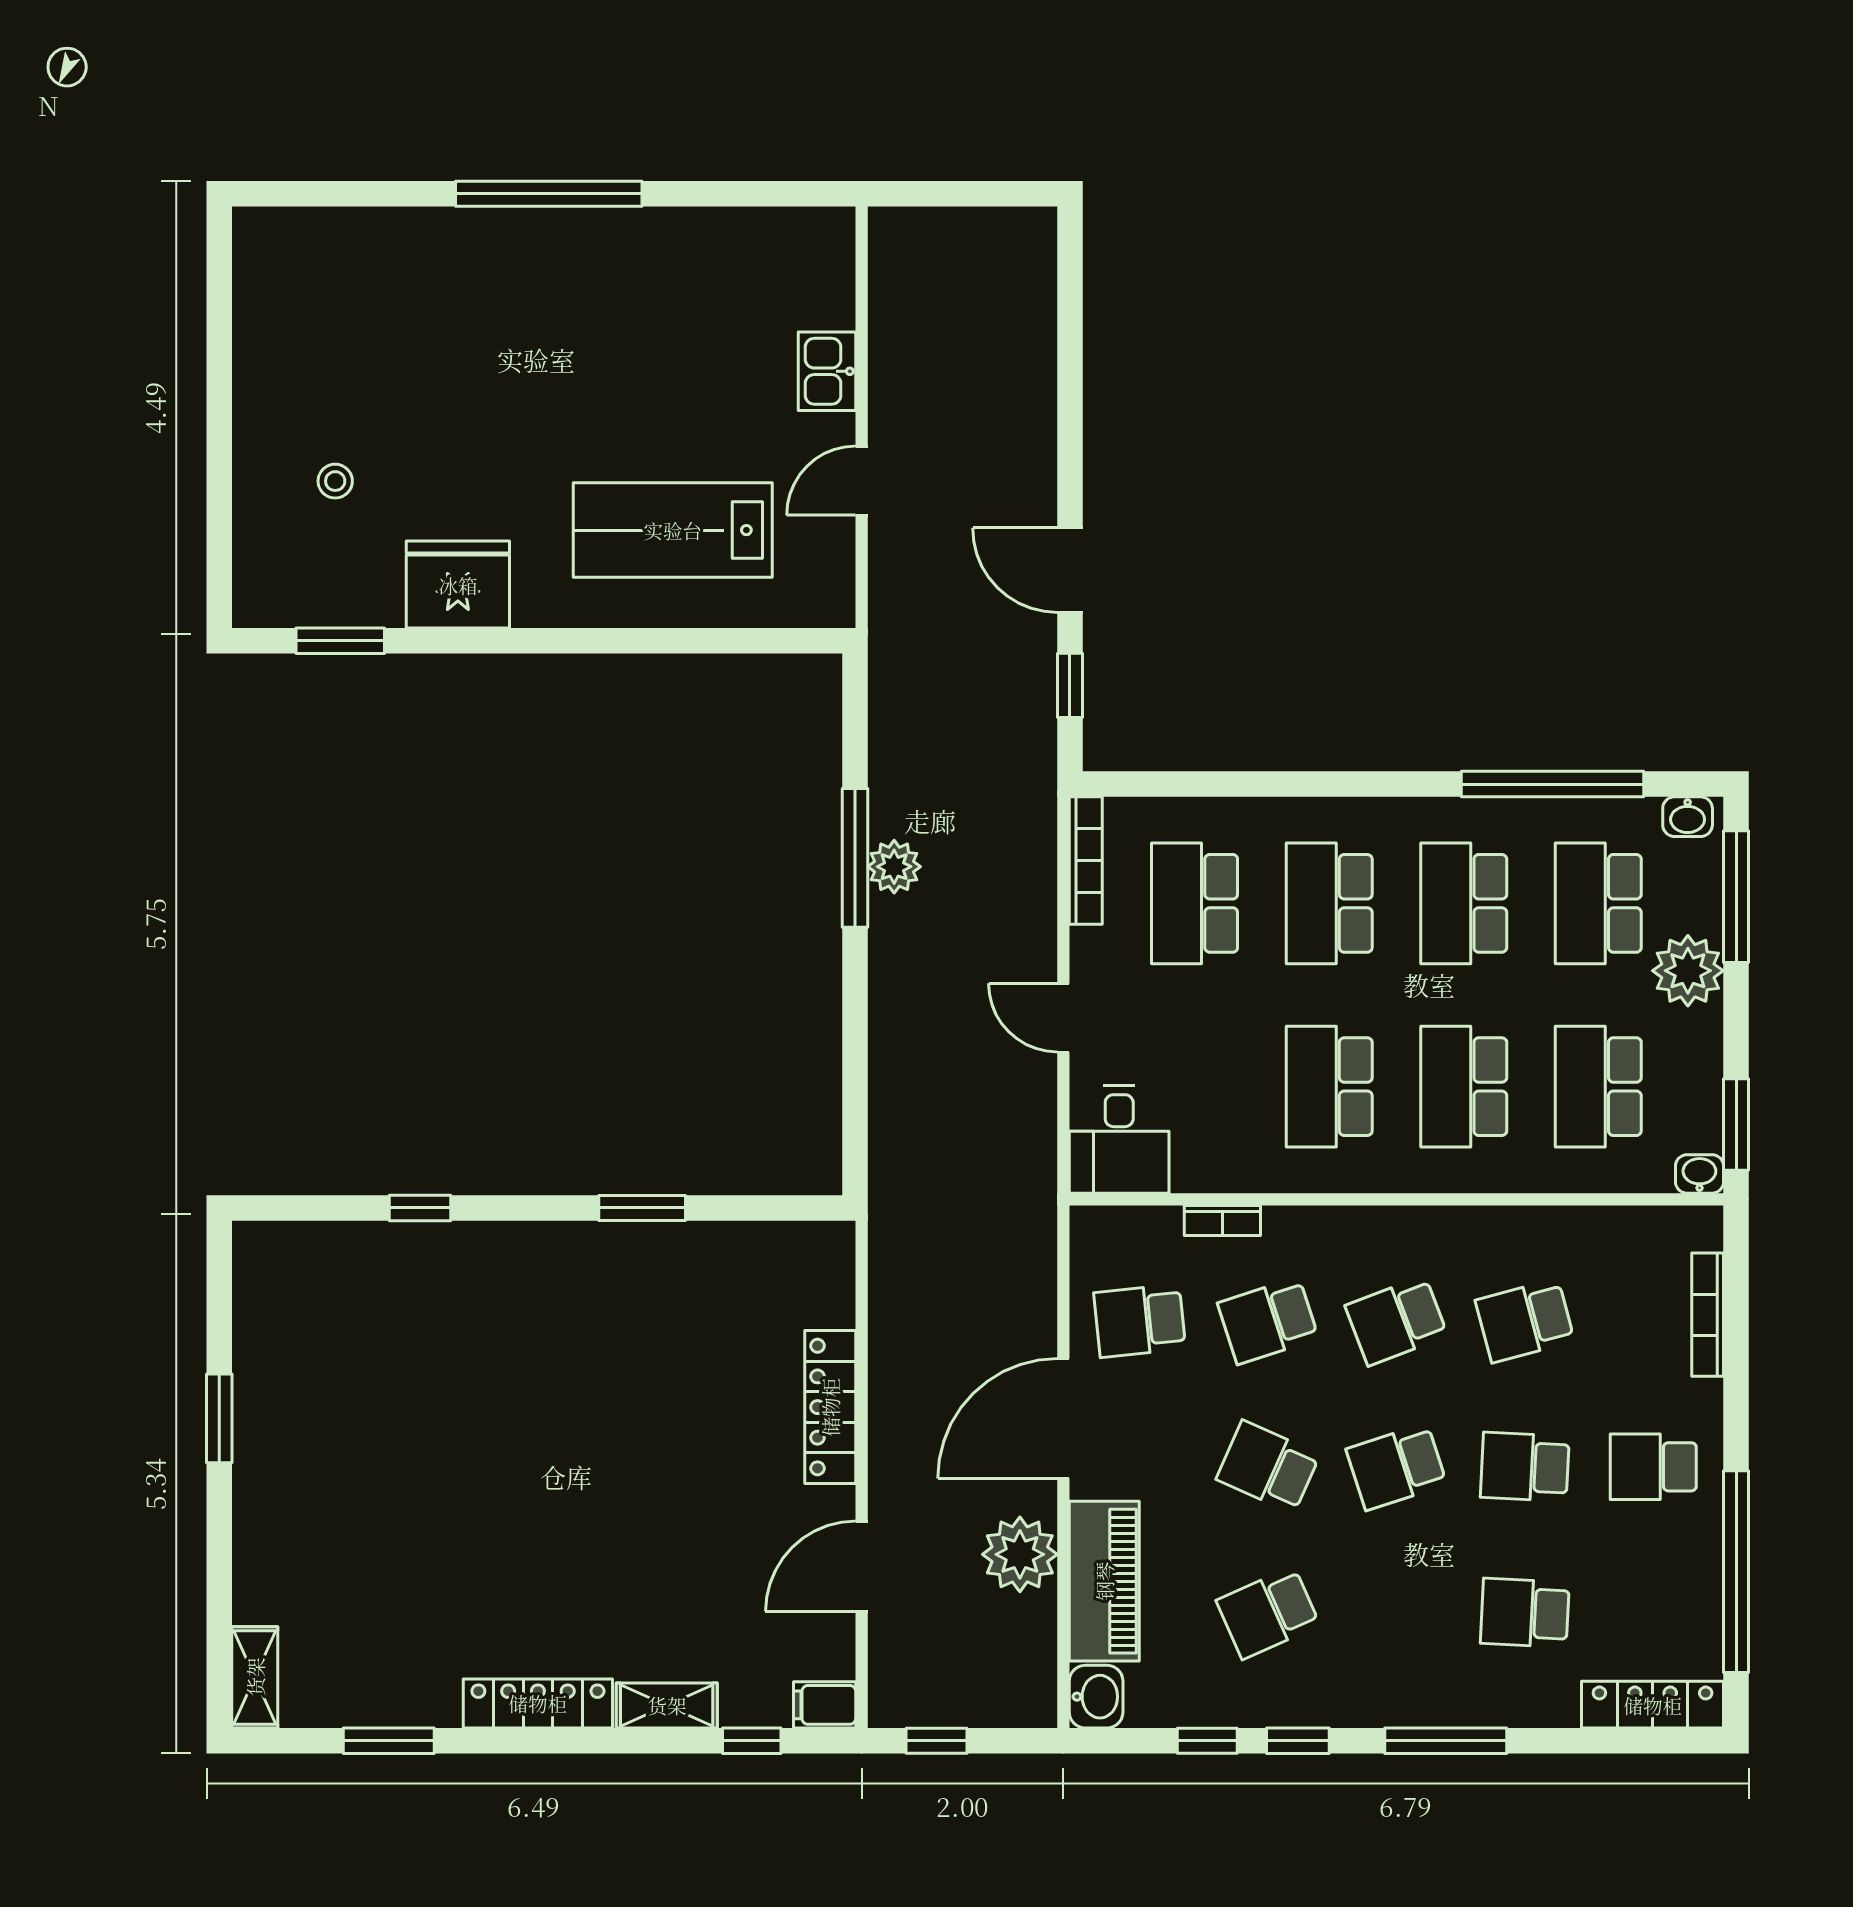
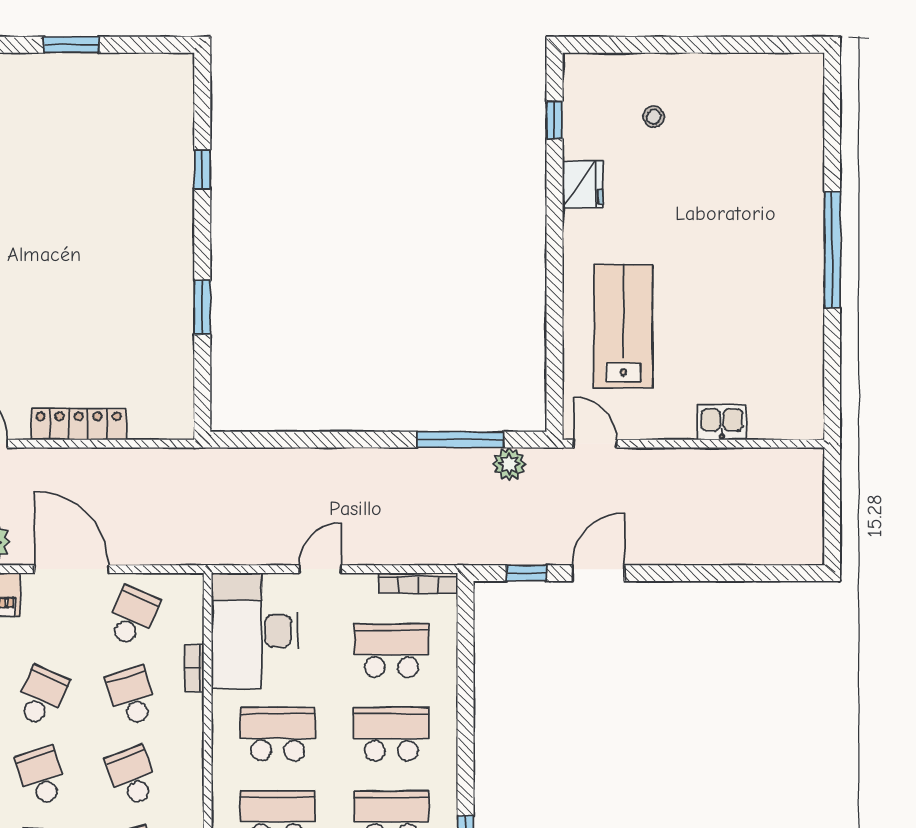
door: (862, 481) -> (595, 444), moved
fridge: (458, 585) -> (583, 185), width x0.73, depth x0.75
window: (340, 641) -> (554, 120), width x0.67
window: (855, 858) -> (460, 440), moved
plant: (894, 867) -> (509, 464), moved
desk: (1119, 1140) -> (255, 631), width x1.87, depth x1.30
school desk: (1140, 1321) -> (132, 616), turned 30

